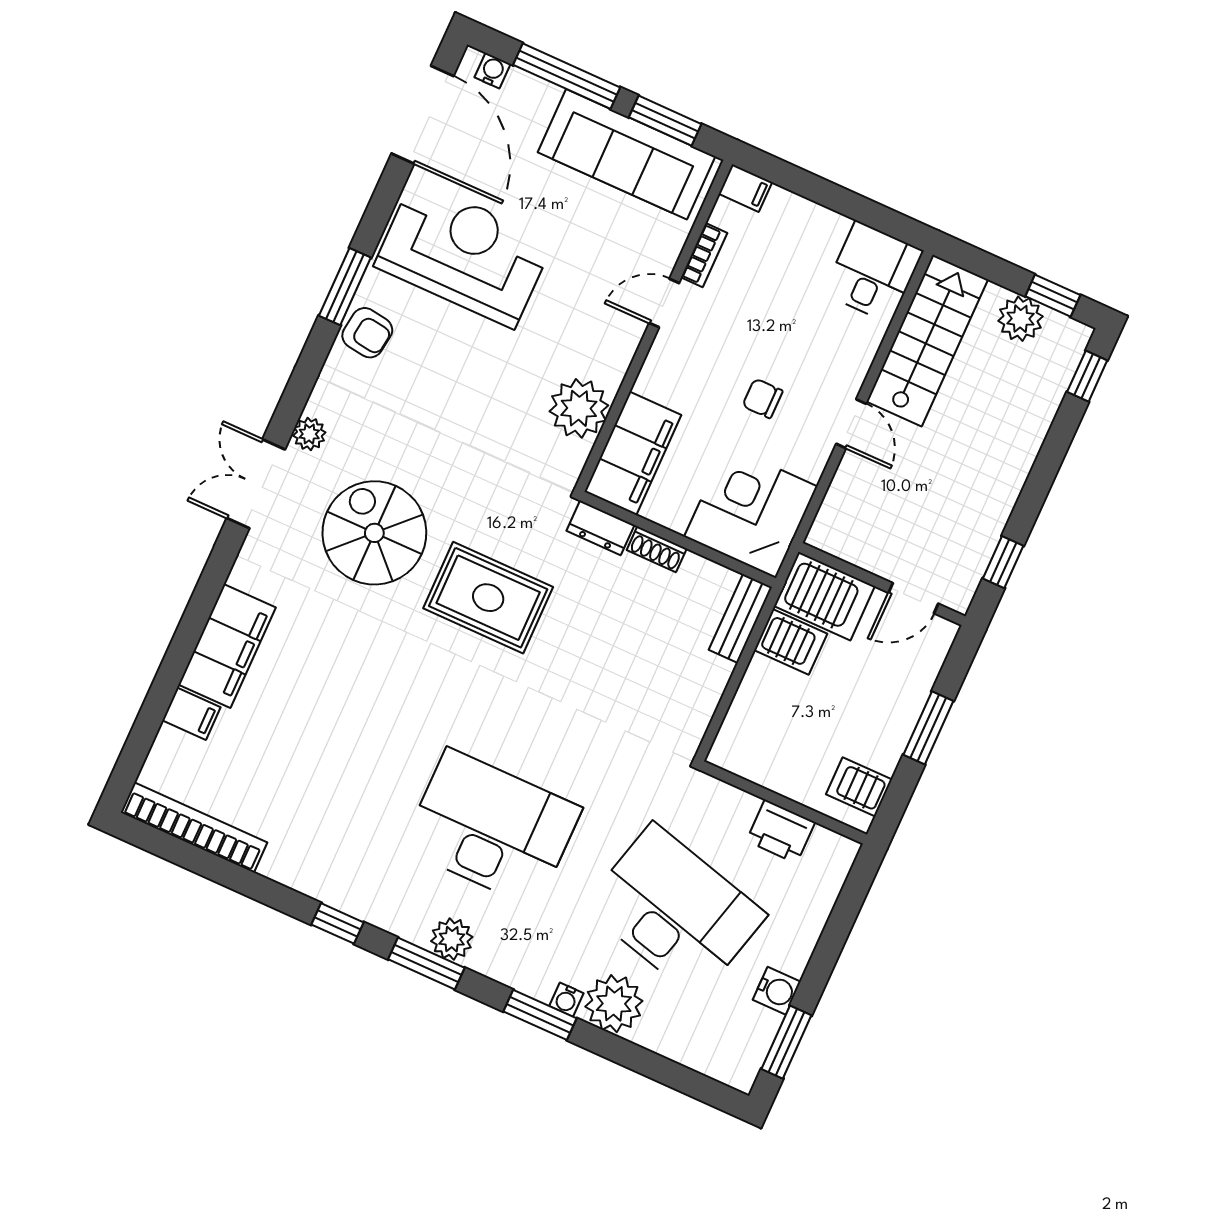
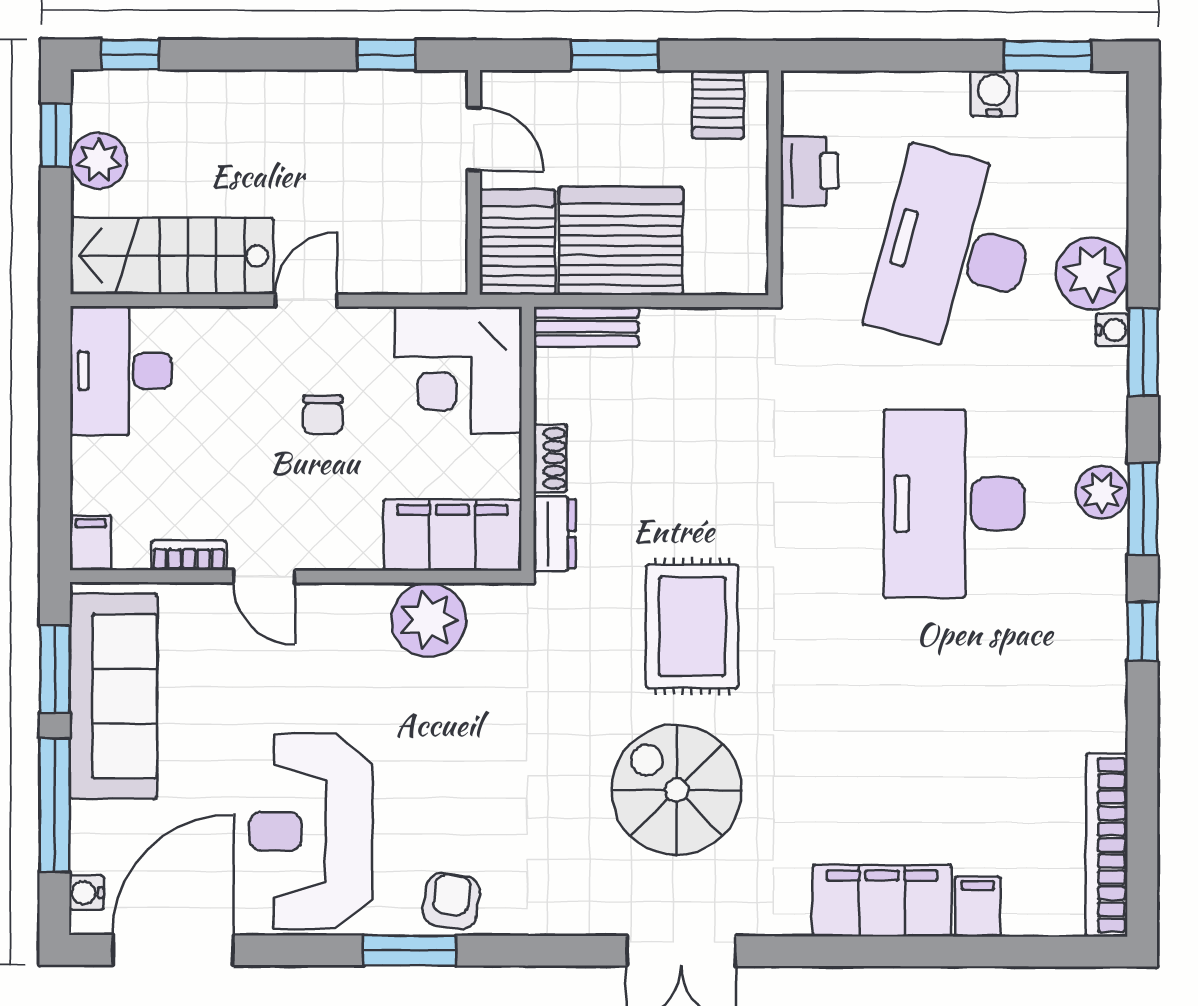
desk: (873, 272) -> (121, 371), width x1.37
plant: (309, 434) -> (597, 915), removed
spiral stairs: (374, 533) -> (677, 790), turned 90
server rack: (791, 642) -> (621, 241), width x2.18, depth x1.44

